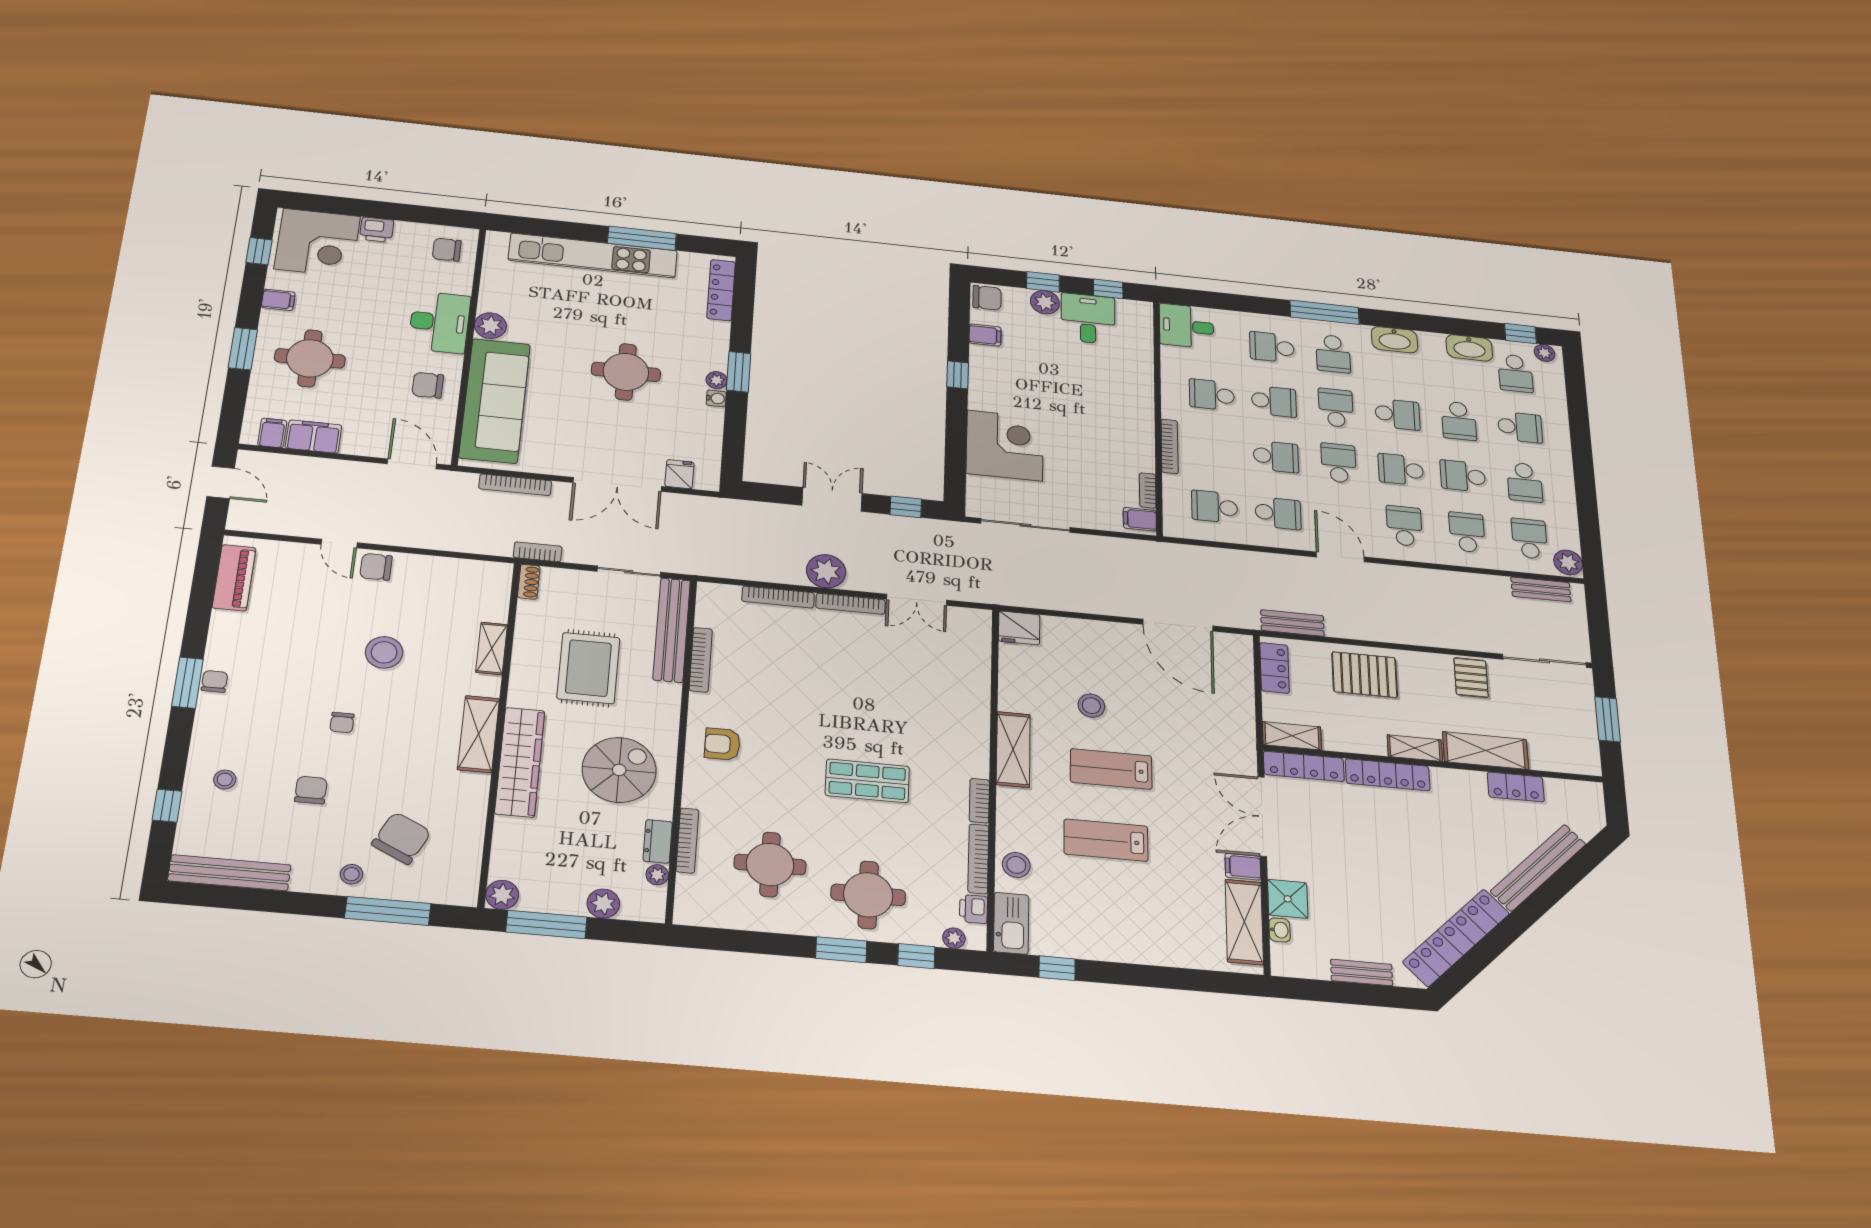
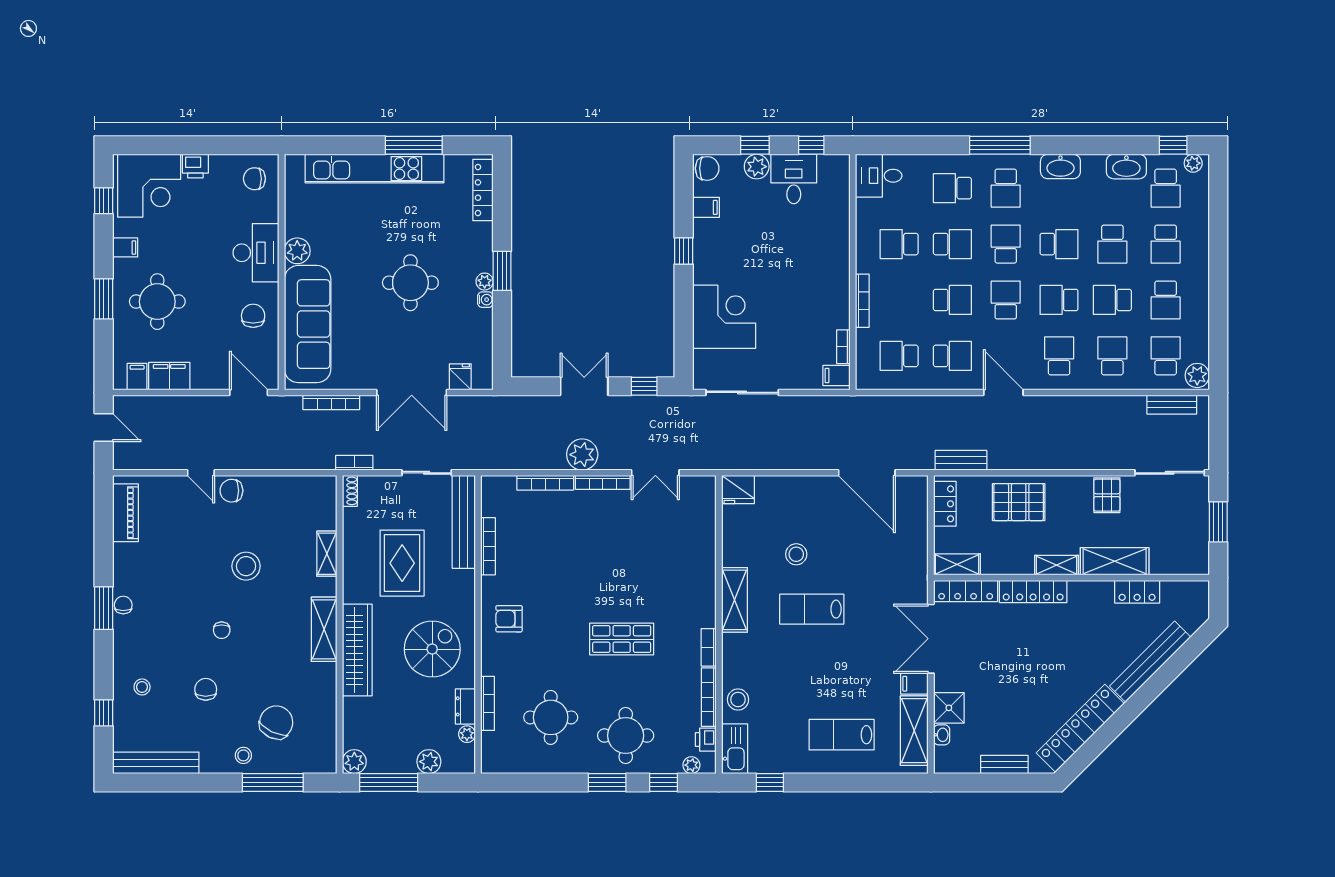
chair: (428, 385) -> (253, 316), turned 90
school desk: (1520, 427) -> (1166, 244), turned 90
lab bench: (1106, 840) -> (842, 735), moved

